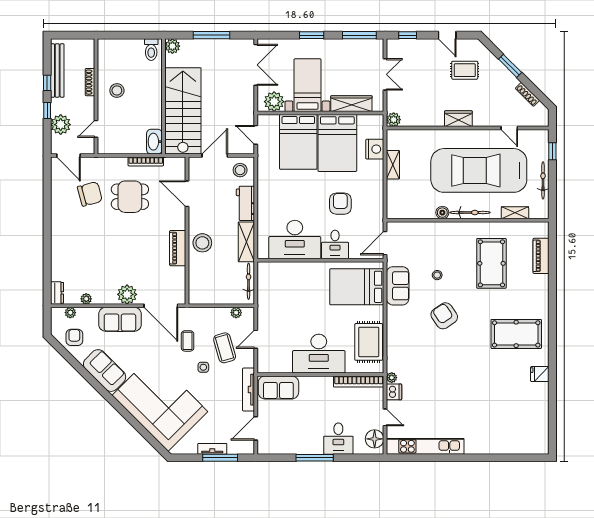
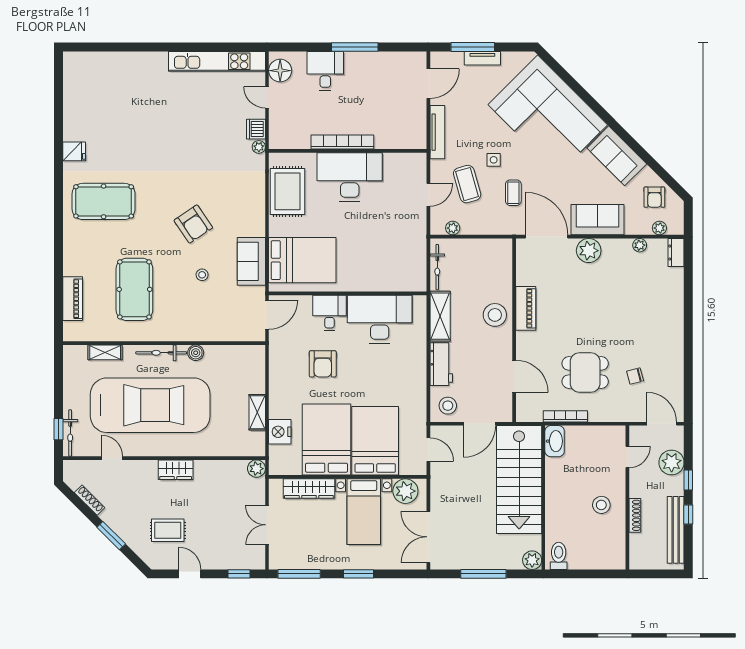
bicycle: (543, 180) -> (70, 433), moved
chair: (90, 194) -> (635, 376), width x0.54, depth x0.54
bookcase: (359, 382) -> (342, 142), moved
sofa: (278, 387) -> (400, 135), removed

